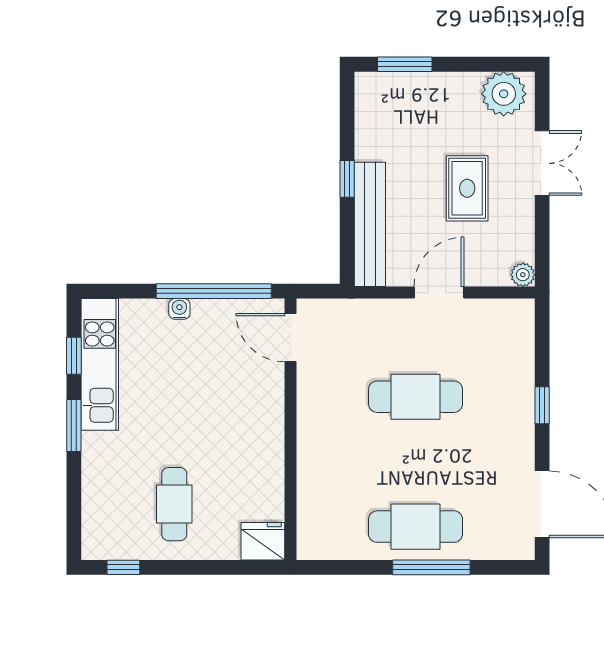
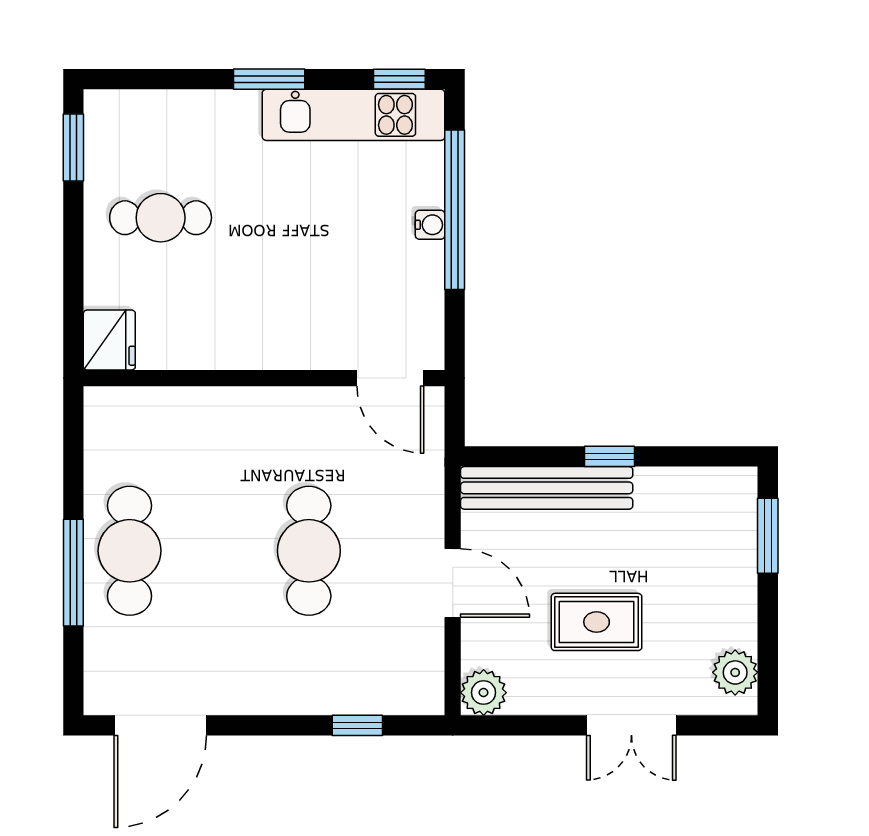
plant: (504, 94) -> (735, 672), width x0.73, depth x0.73
plant: (523, 275) -> (484, 693), width x1.38, depth x1.38
window: (214, 291) -> (455, 210), moved
door: (291, 338) -> (390, 378), swing flipped
window: (74, 356) -> (399, 79), moved
window: (542, 405) -> (357, 725), moved
window: (123, 567) -> (73, 148), width x1.50

